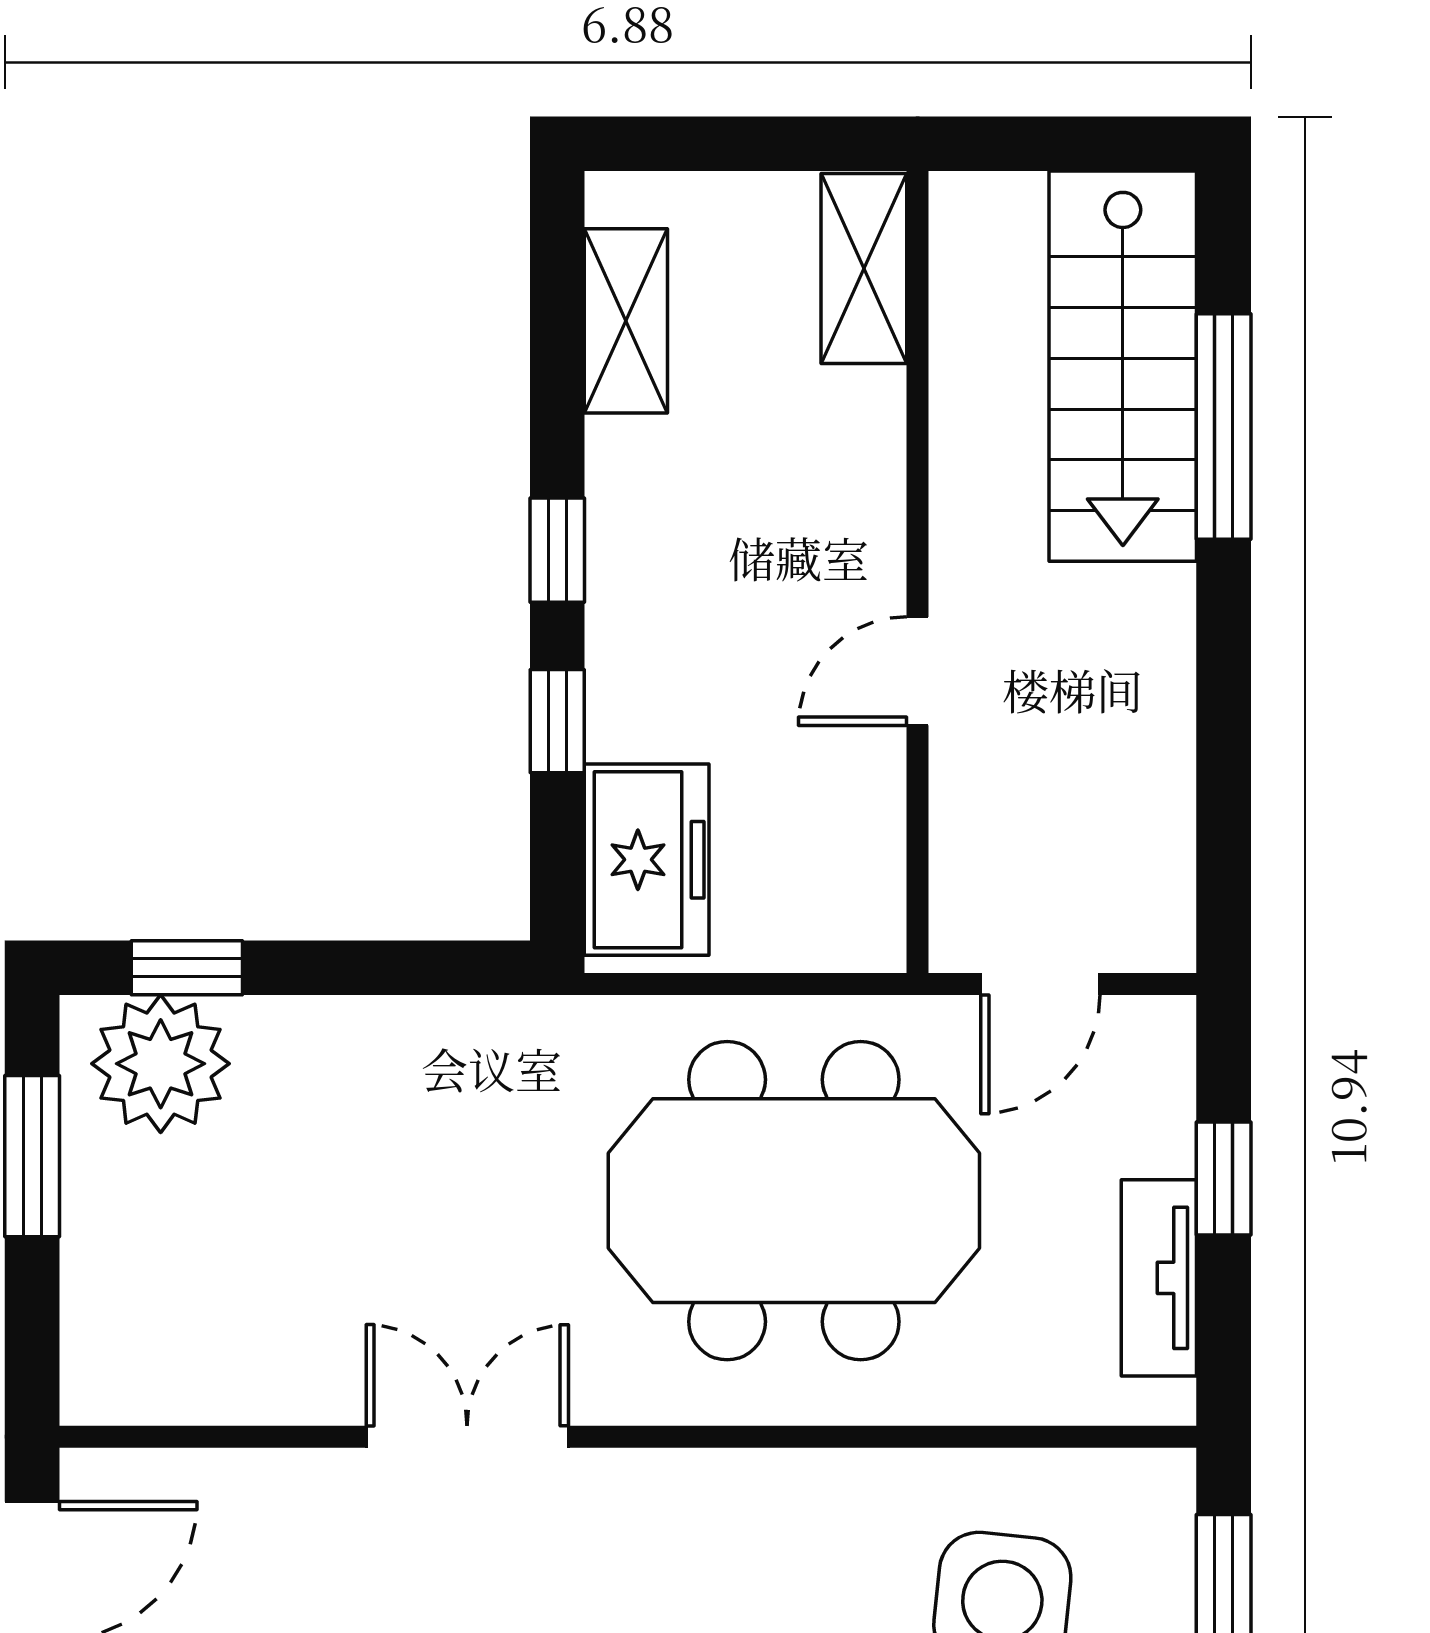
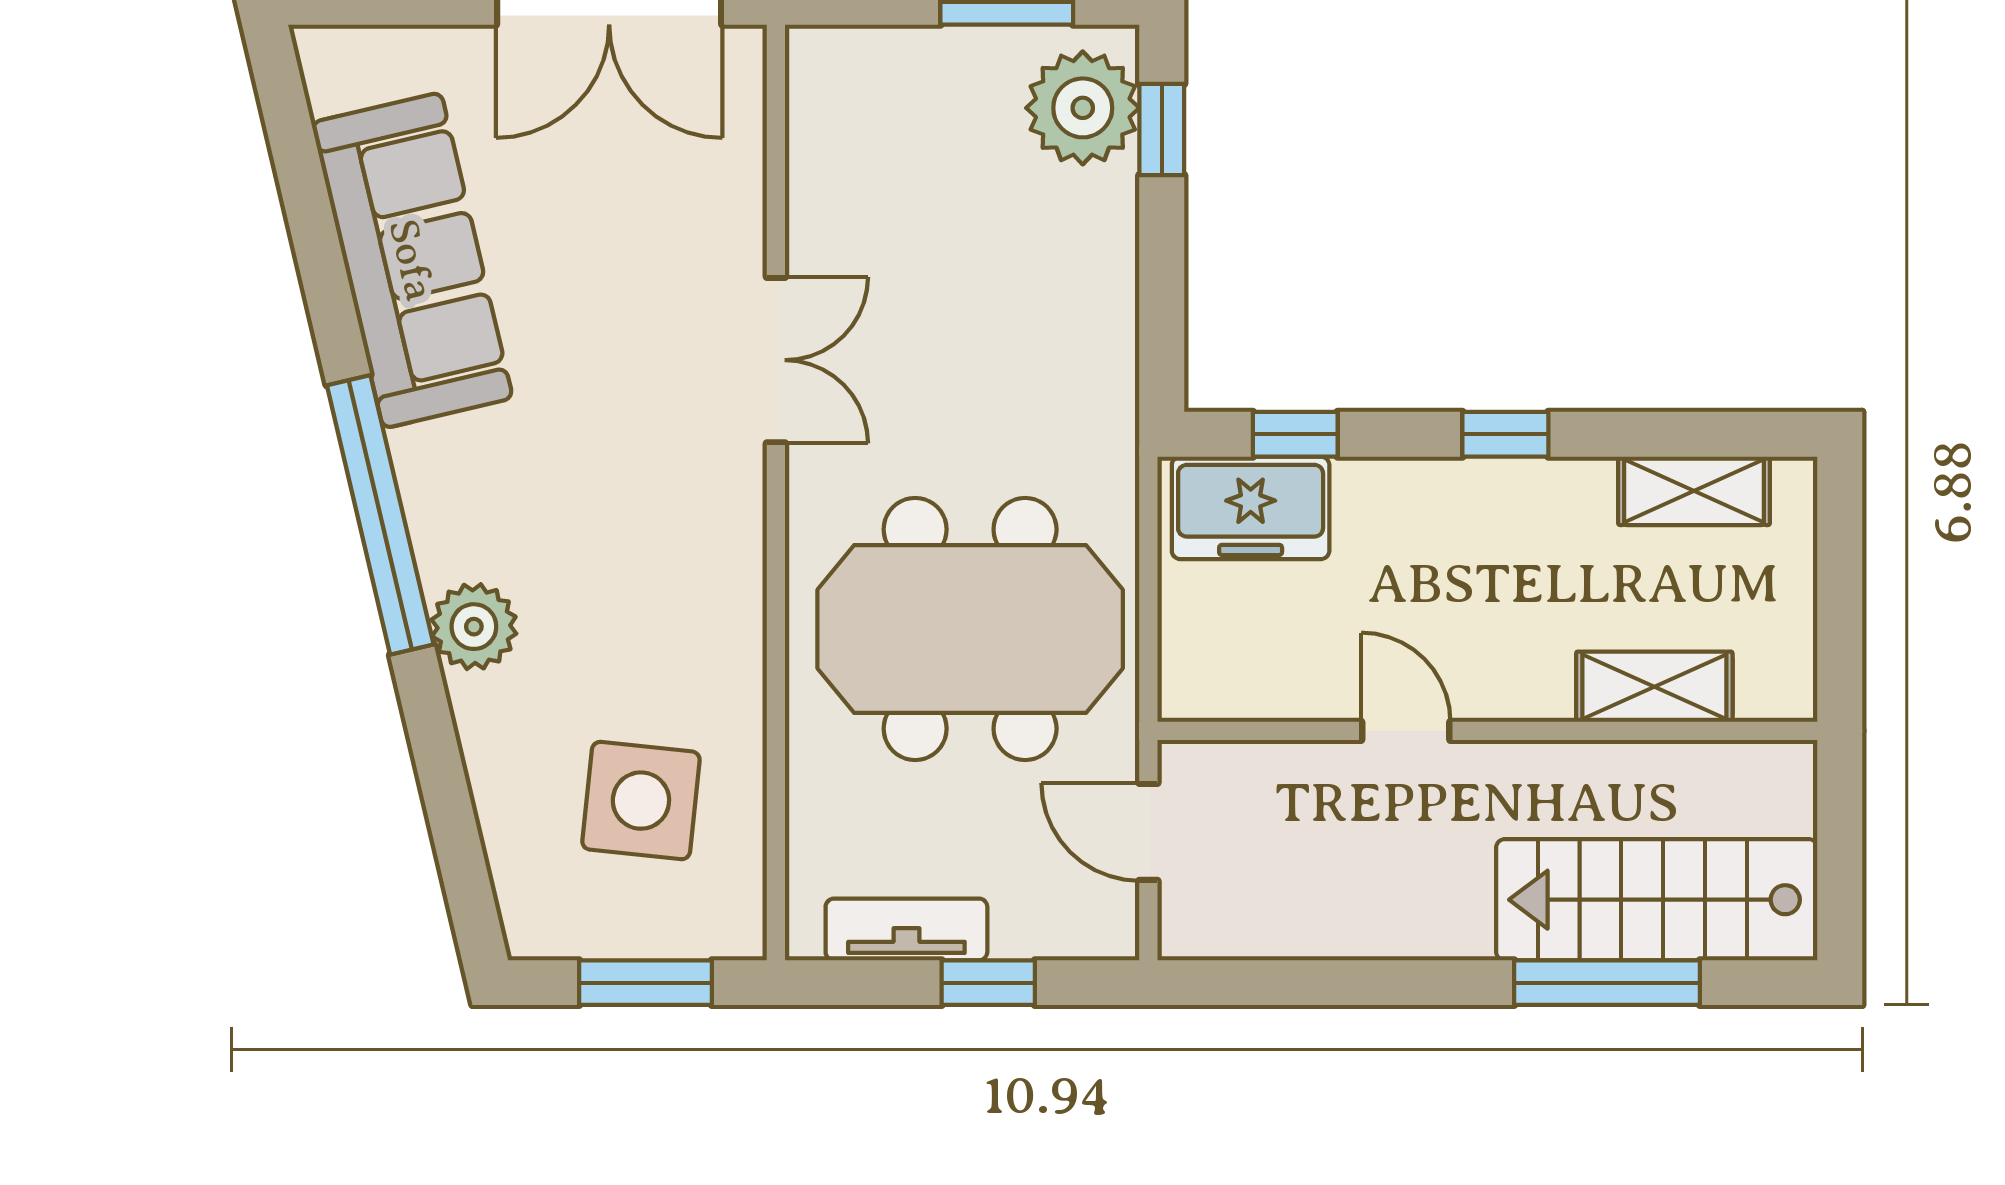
shelving: (864, 269) -> (1654, 687), moved
window: (557, 721) -> (1295, 434), moved
meeting table: (794, 1201) -> (970, 629), turned 90

